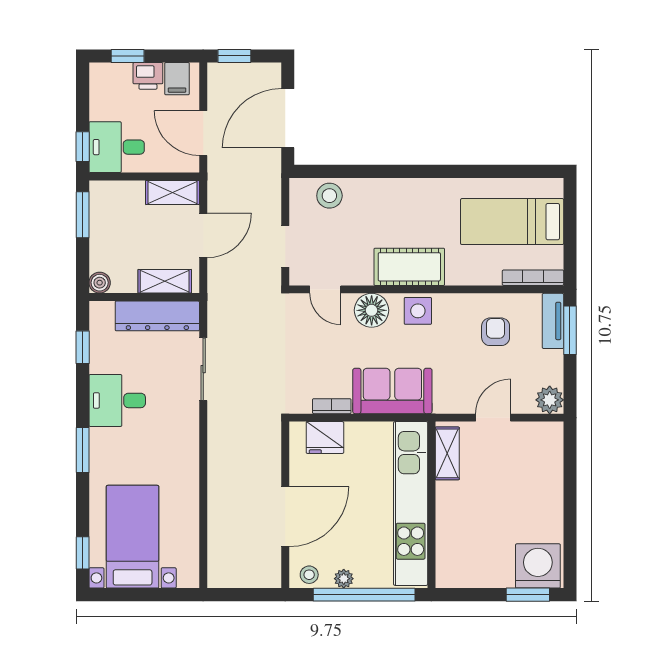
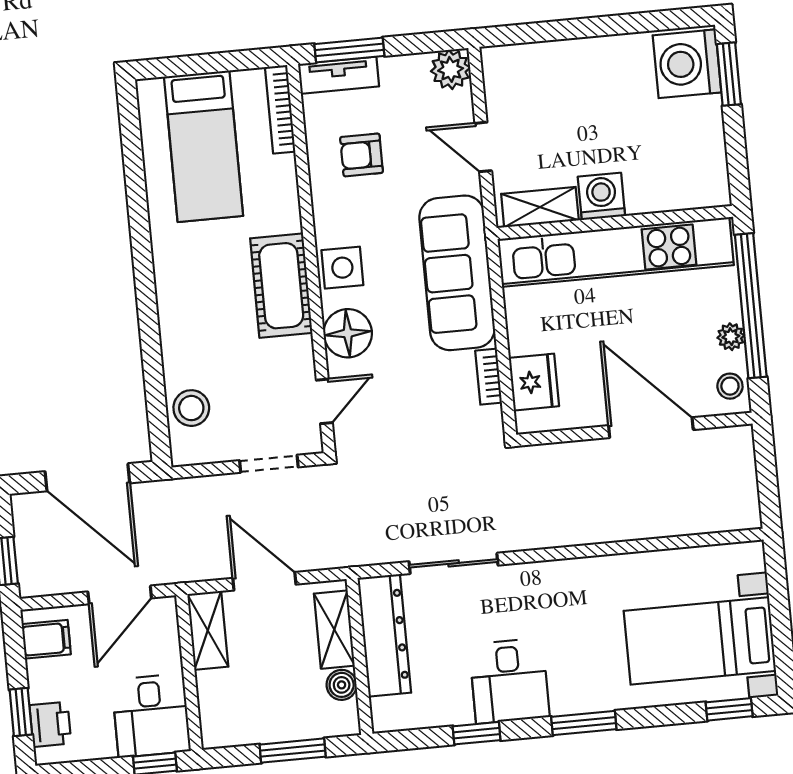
printer: (148, 76) -> (50, 724), moved
window: (83, 215) -> (293, 751), moved
boiler: (100, 283) -> (342, 685), moved
window: (83, 347) -> (477, 733), moved
sofa: (392, 391) -> (457, 273), width x1.36
washing machine: (451, 497) -> (601, 196), added

